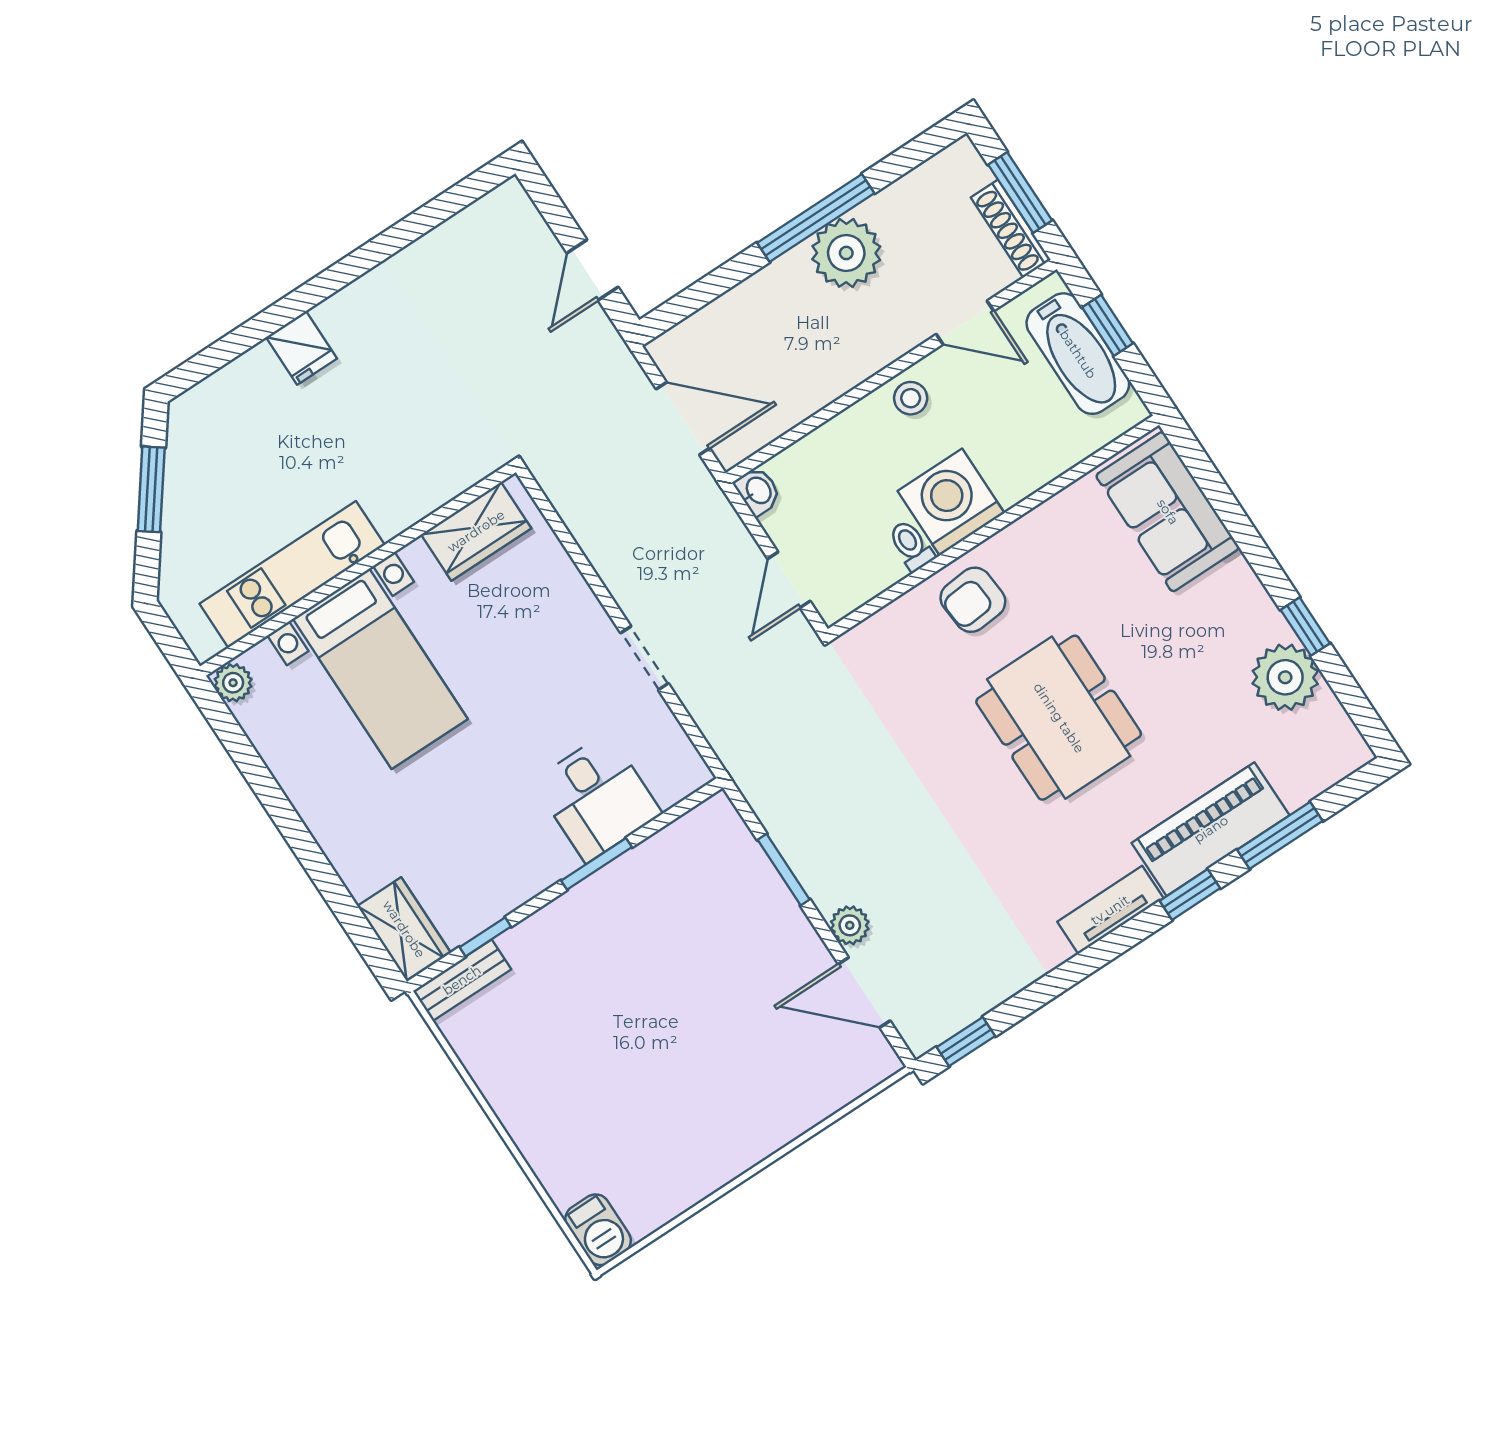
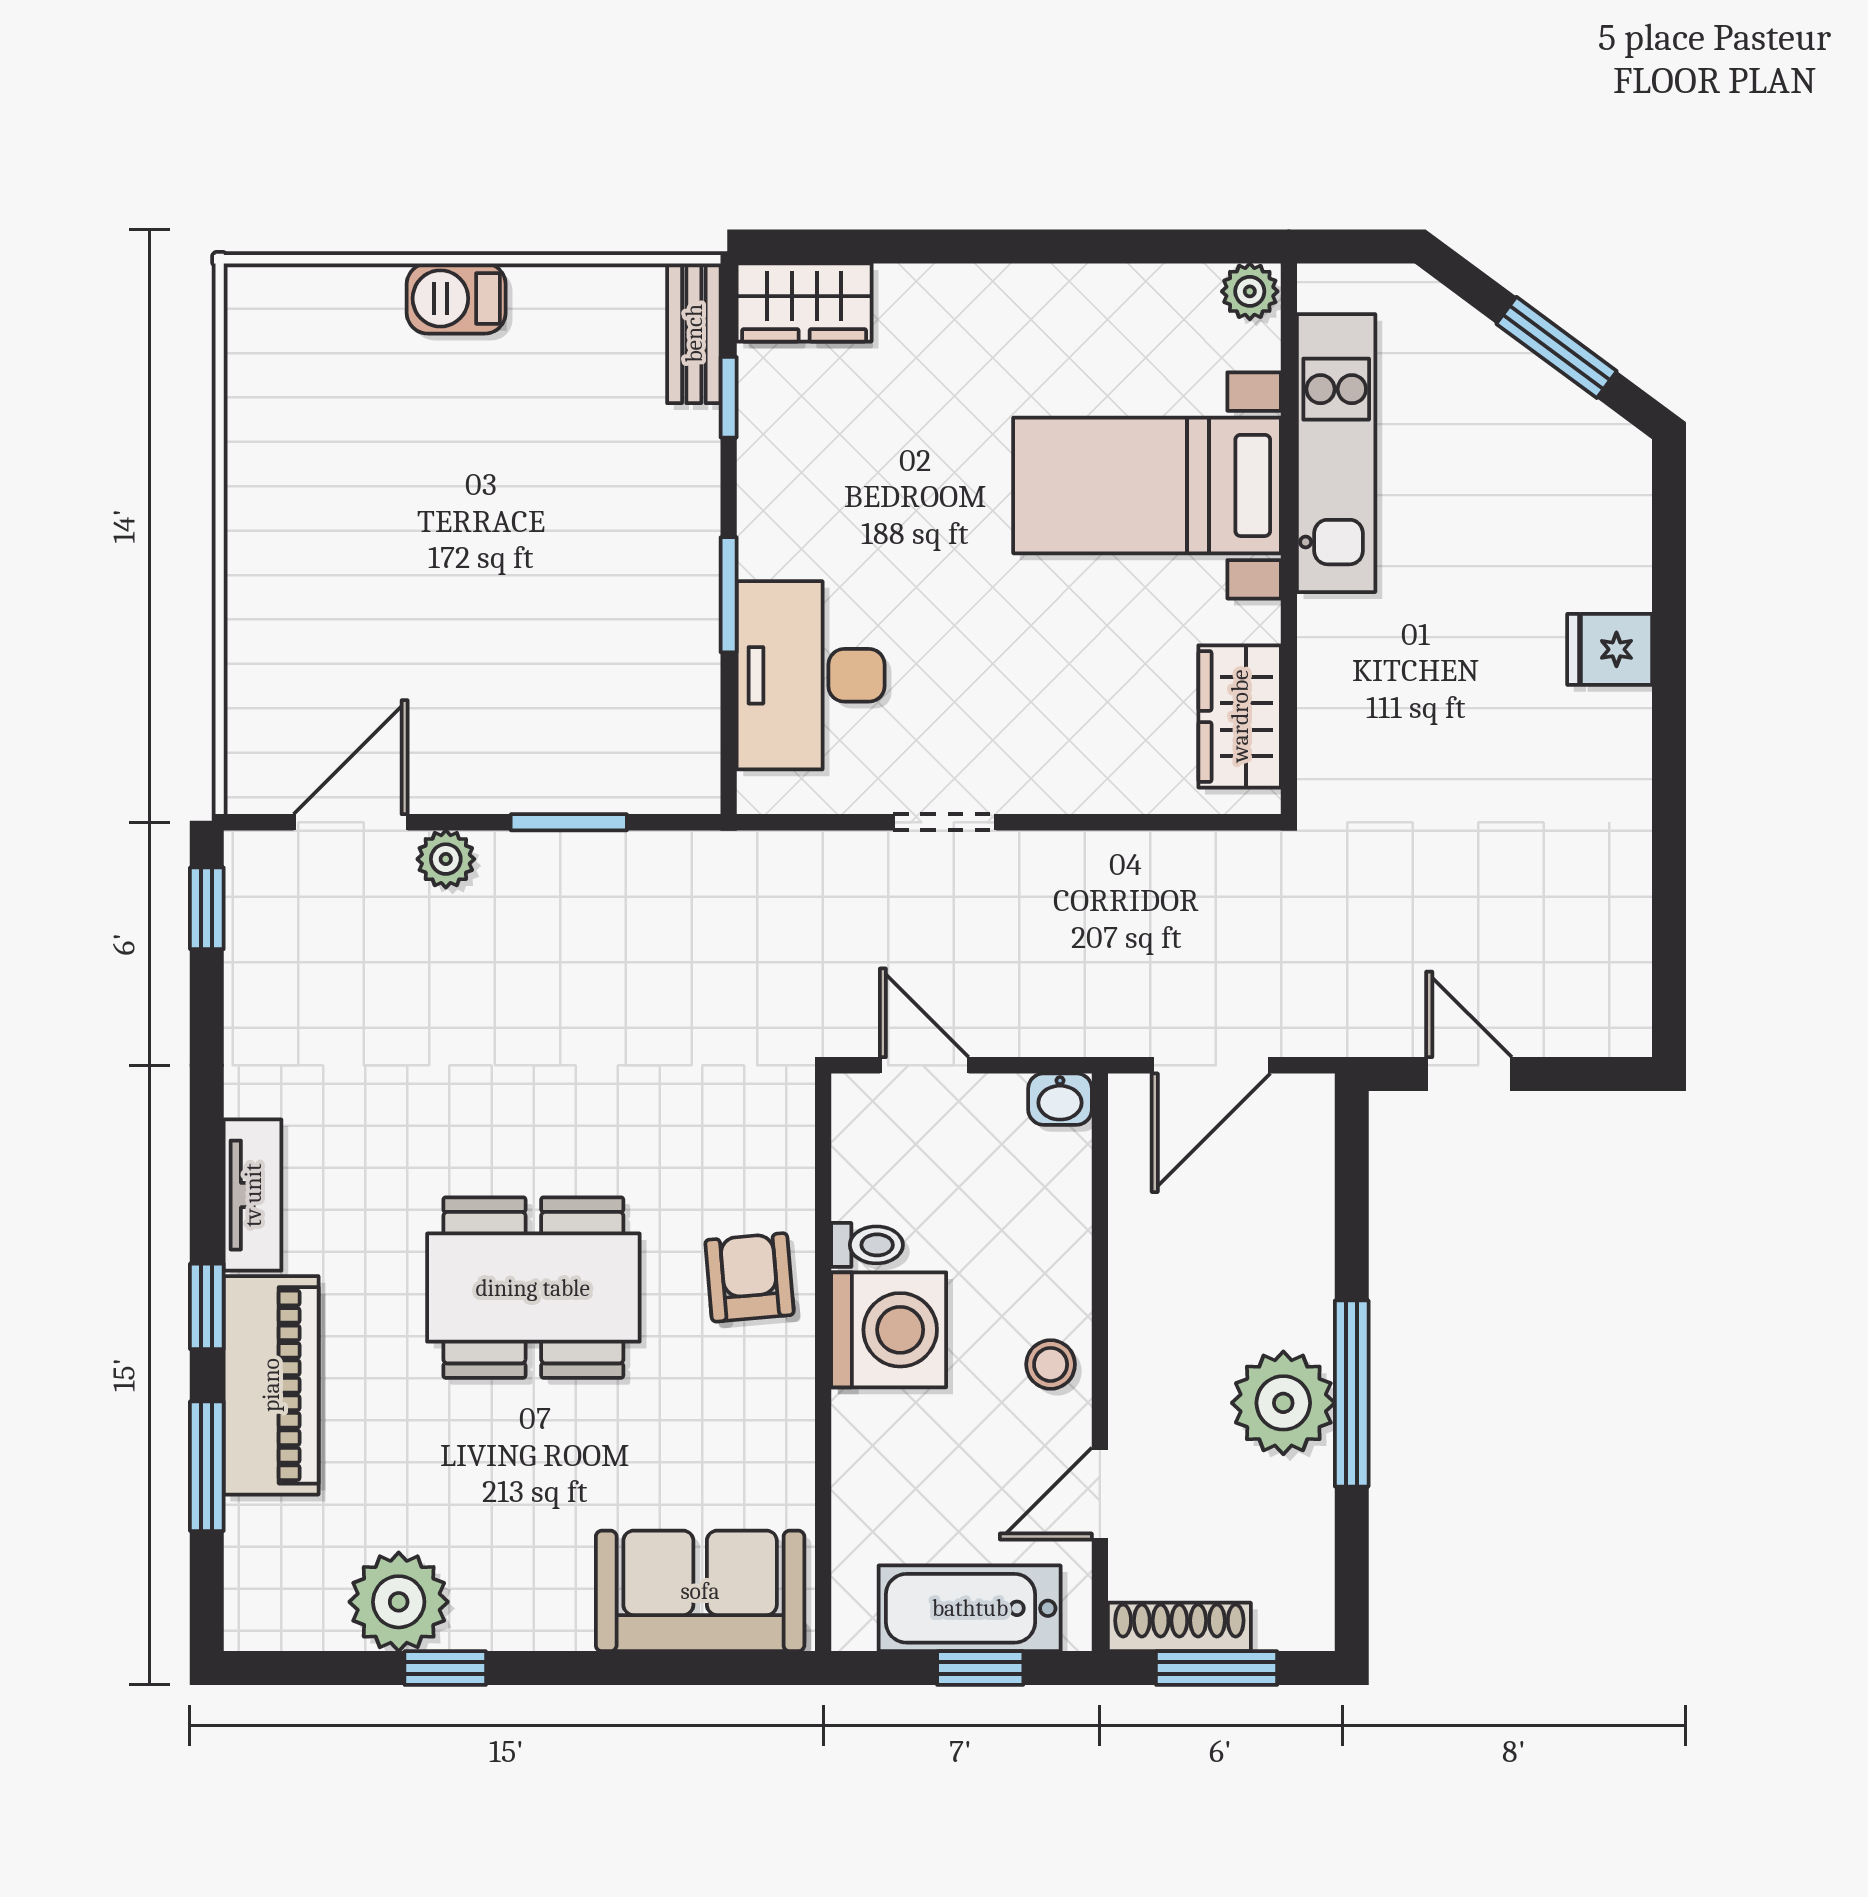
desk: (597, 797) -> (811, 675), width x1.37
barbecue: (598, 1230) -> (456, 298), moved

